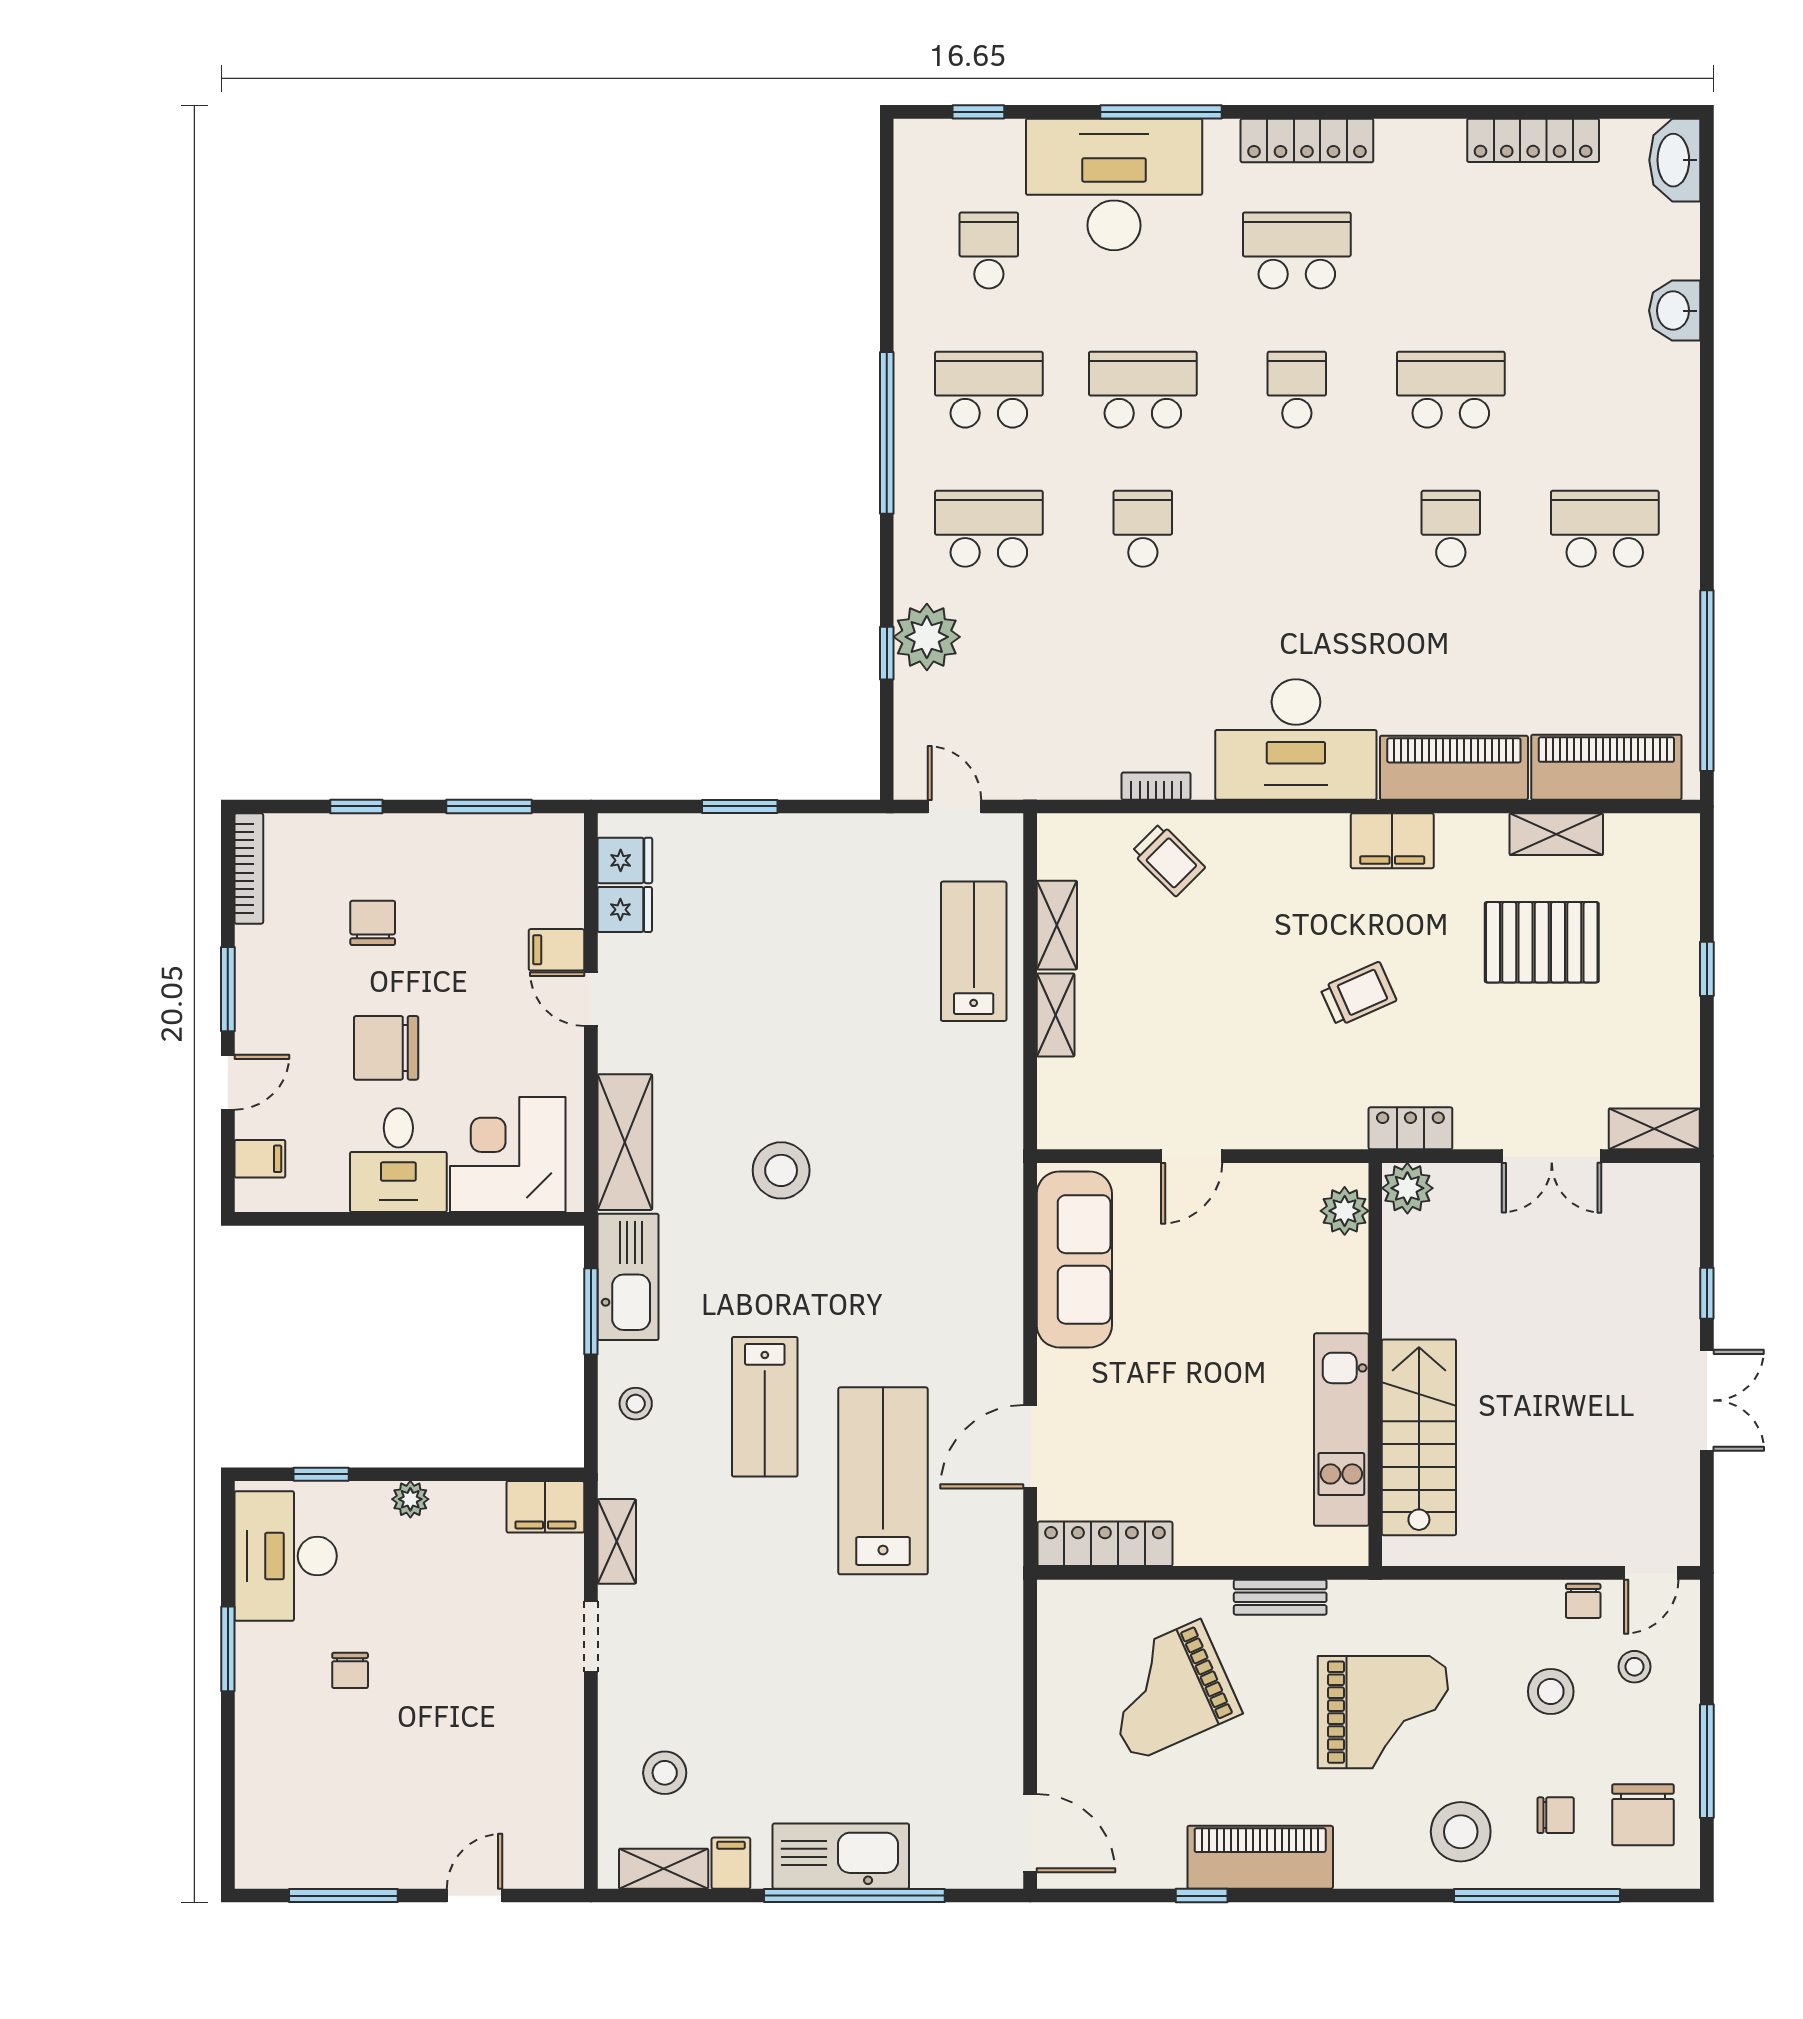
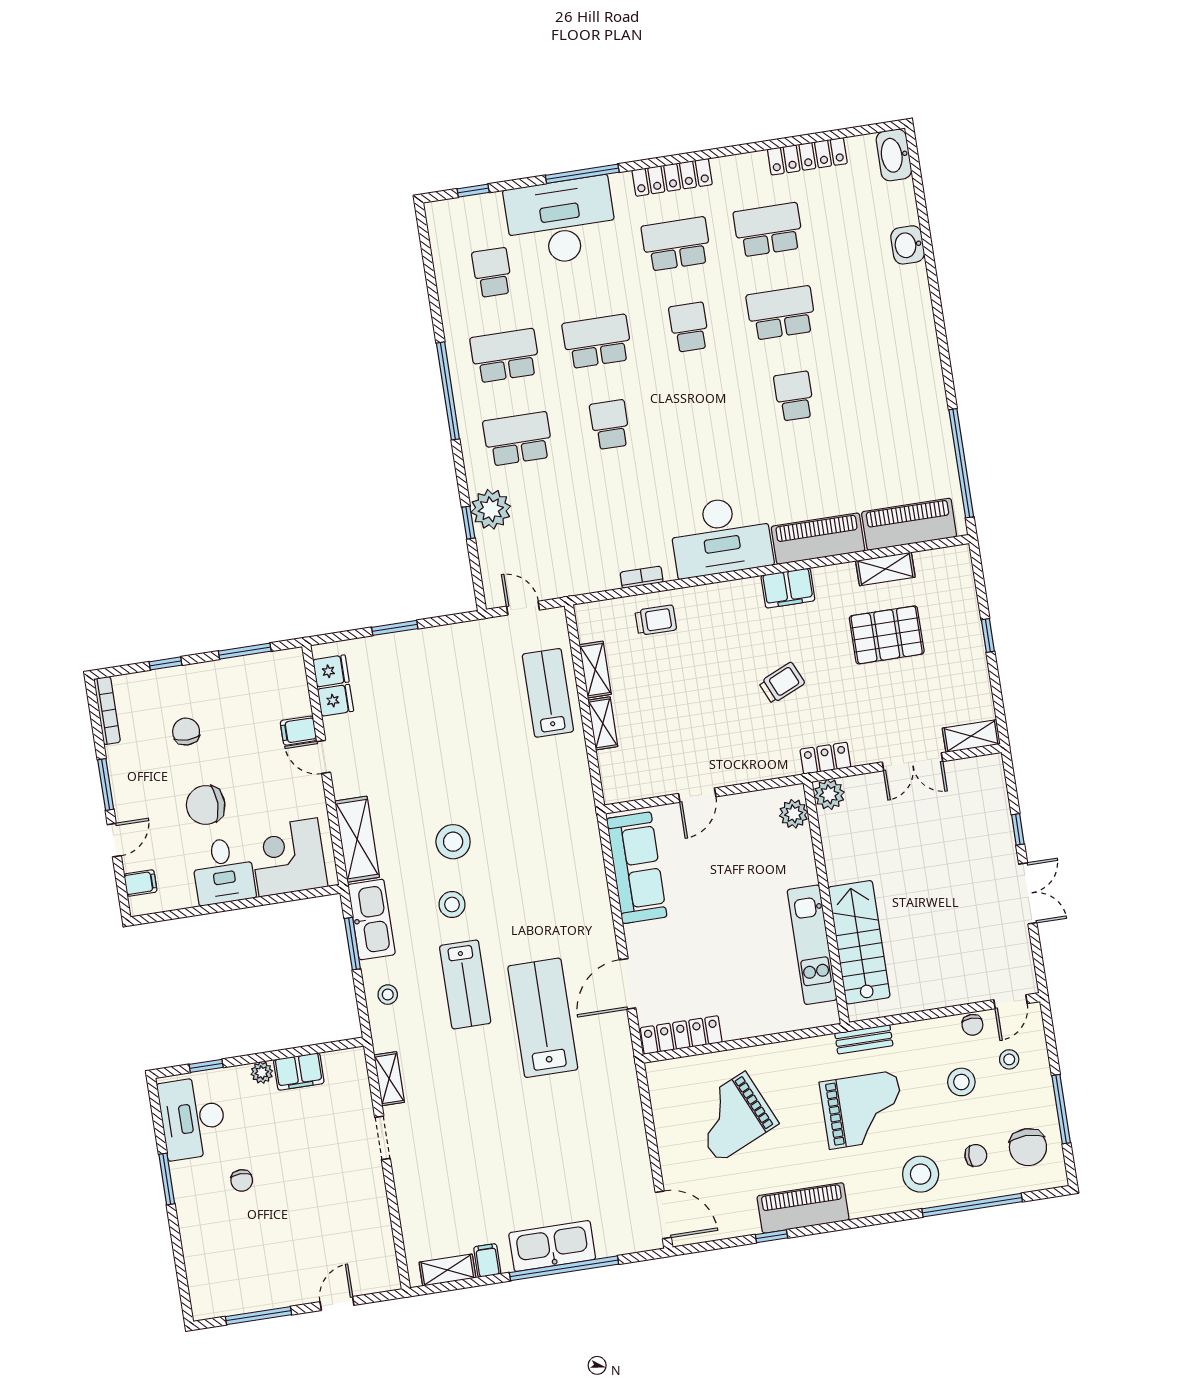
school desk: (1605, 529) -> (768, 230), moved
trolley: (1168, 860) -> (656, 620), turned -45
filing cabinet: (545, 1507) -> (299, 1071), moved
bench: (1280, 1597) -> (864, 1039), moved
stool: (665, 1773) -> (452, 904), moved

